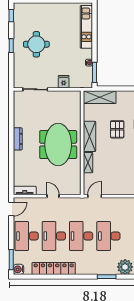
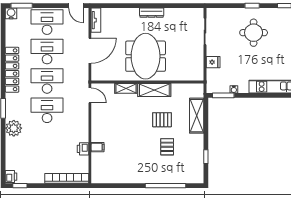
shelving: (100, 97) -> (197, 116), moved
meeting table: (58, 145) -> (146, 56), turned 90
door: (53, 196) -> (90, 51), width x1.87
locker: (54, 268) -> (12, 70), moved

